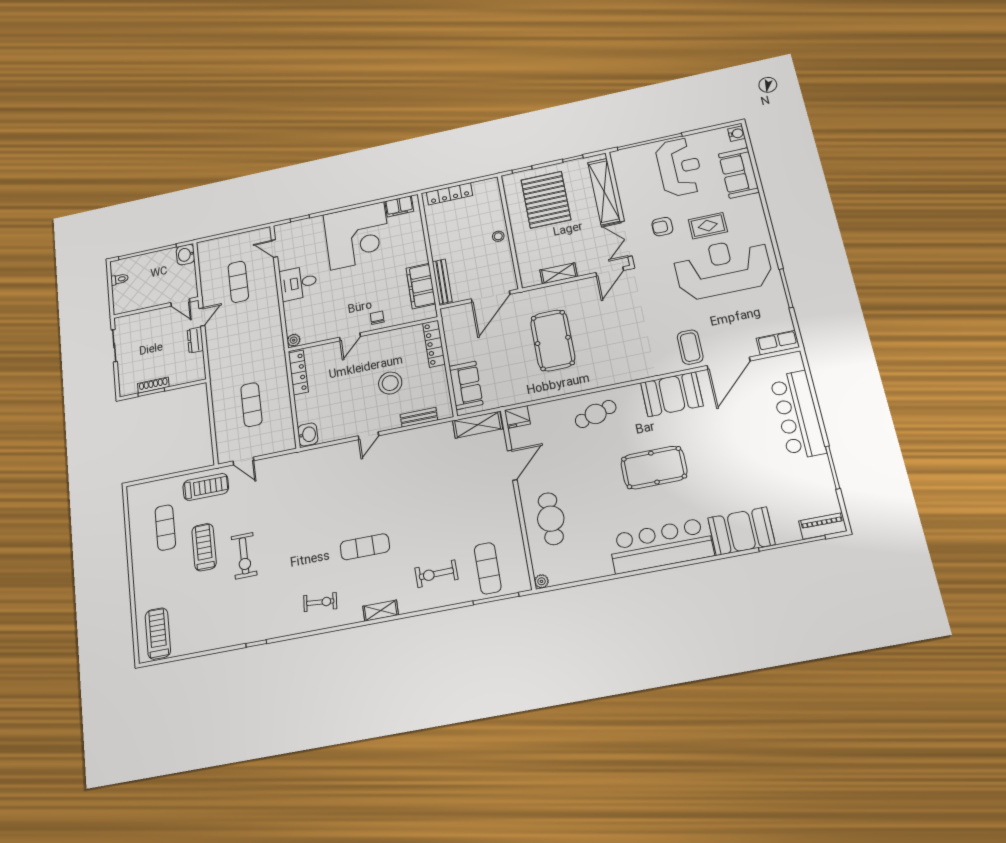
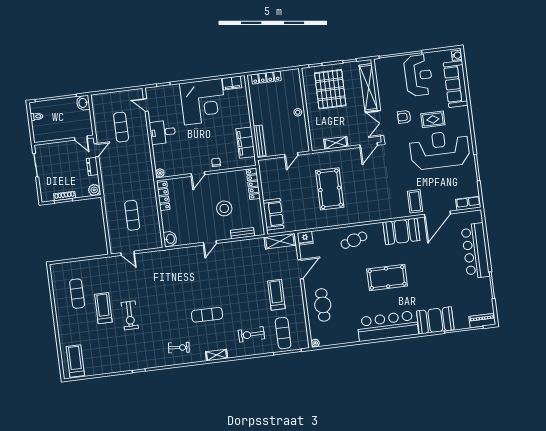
sofa: (739, 173) -> (456, 84), width x1.36
door: (491, 297) -> (291, 155), width x0.53
plant: (197, 373) -> (94, 190), added
treadmill: (206, 487) -> (276, 295), moved, turned -90

